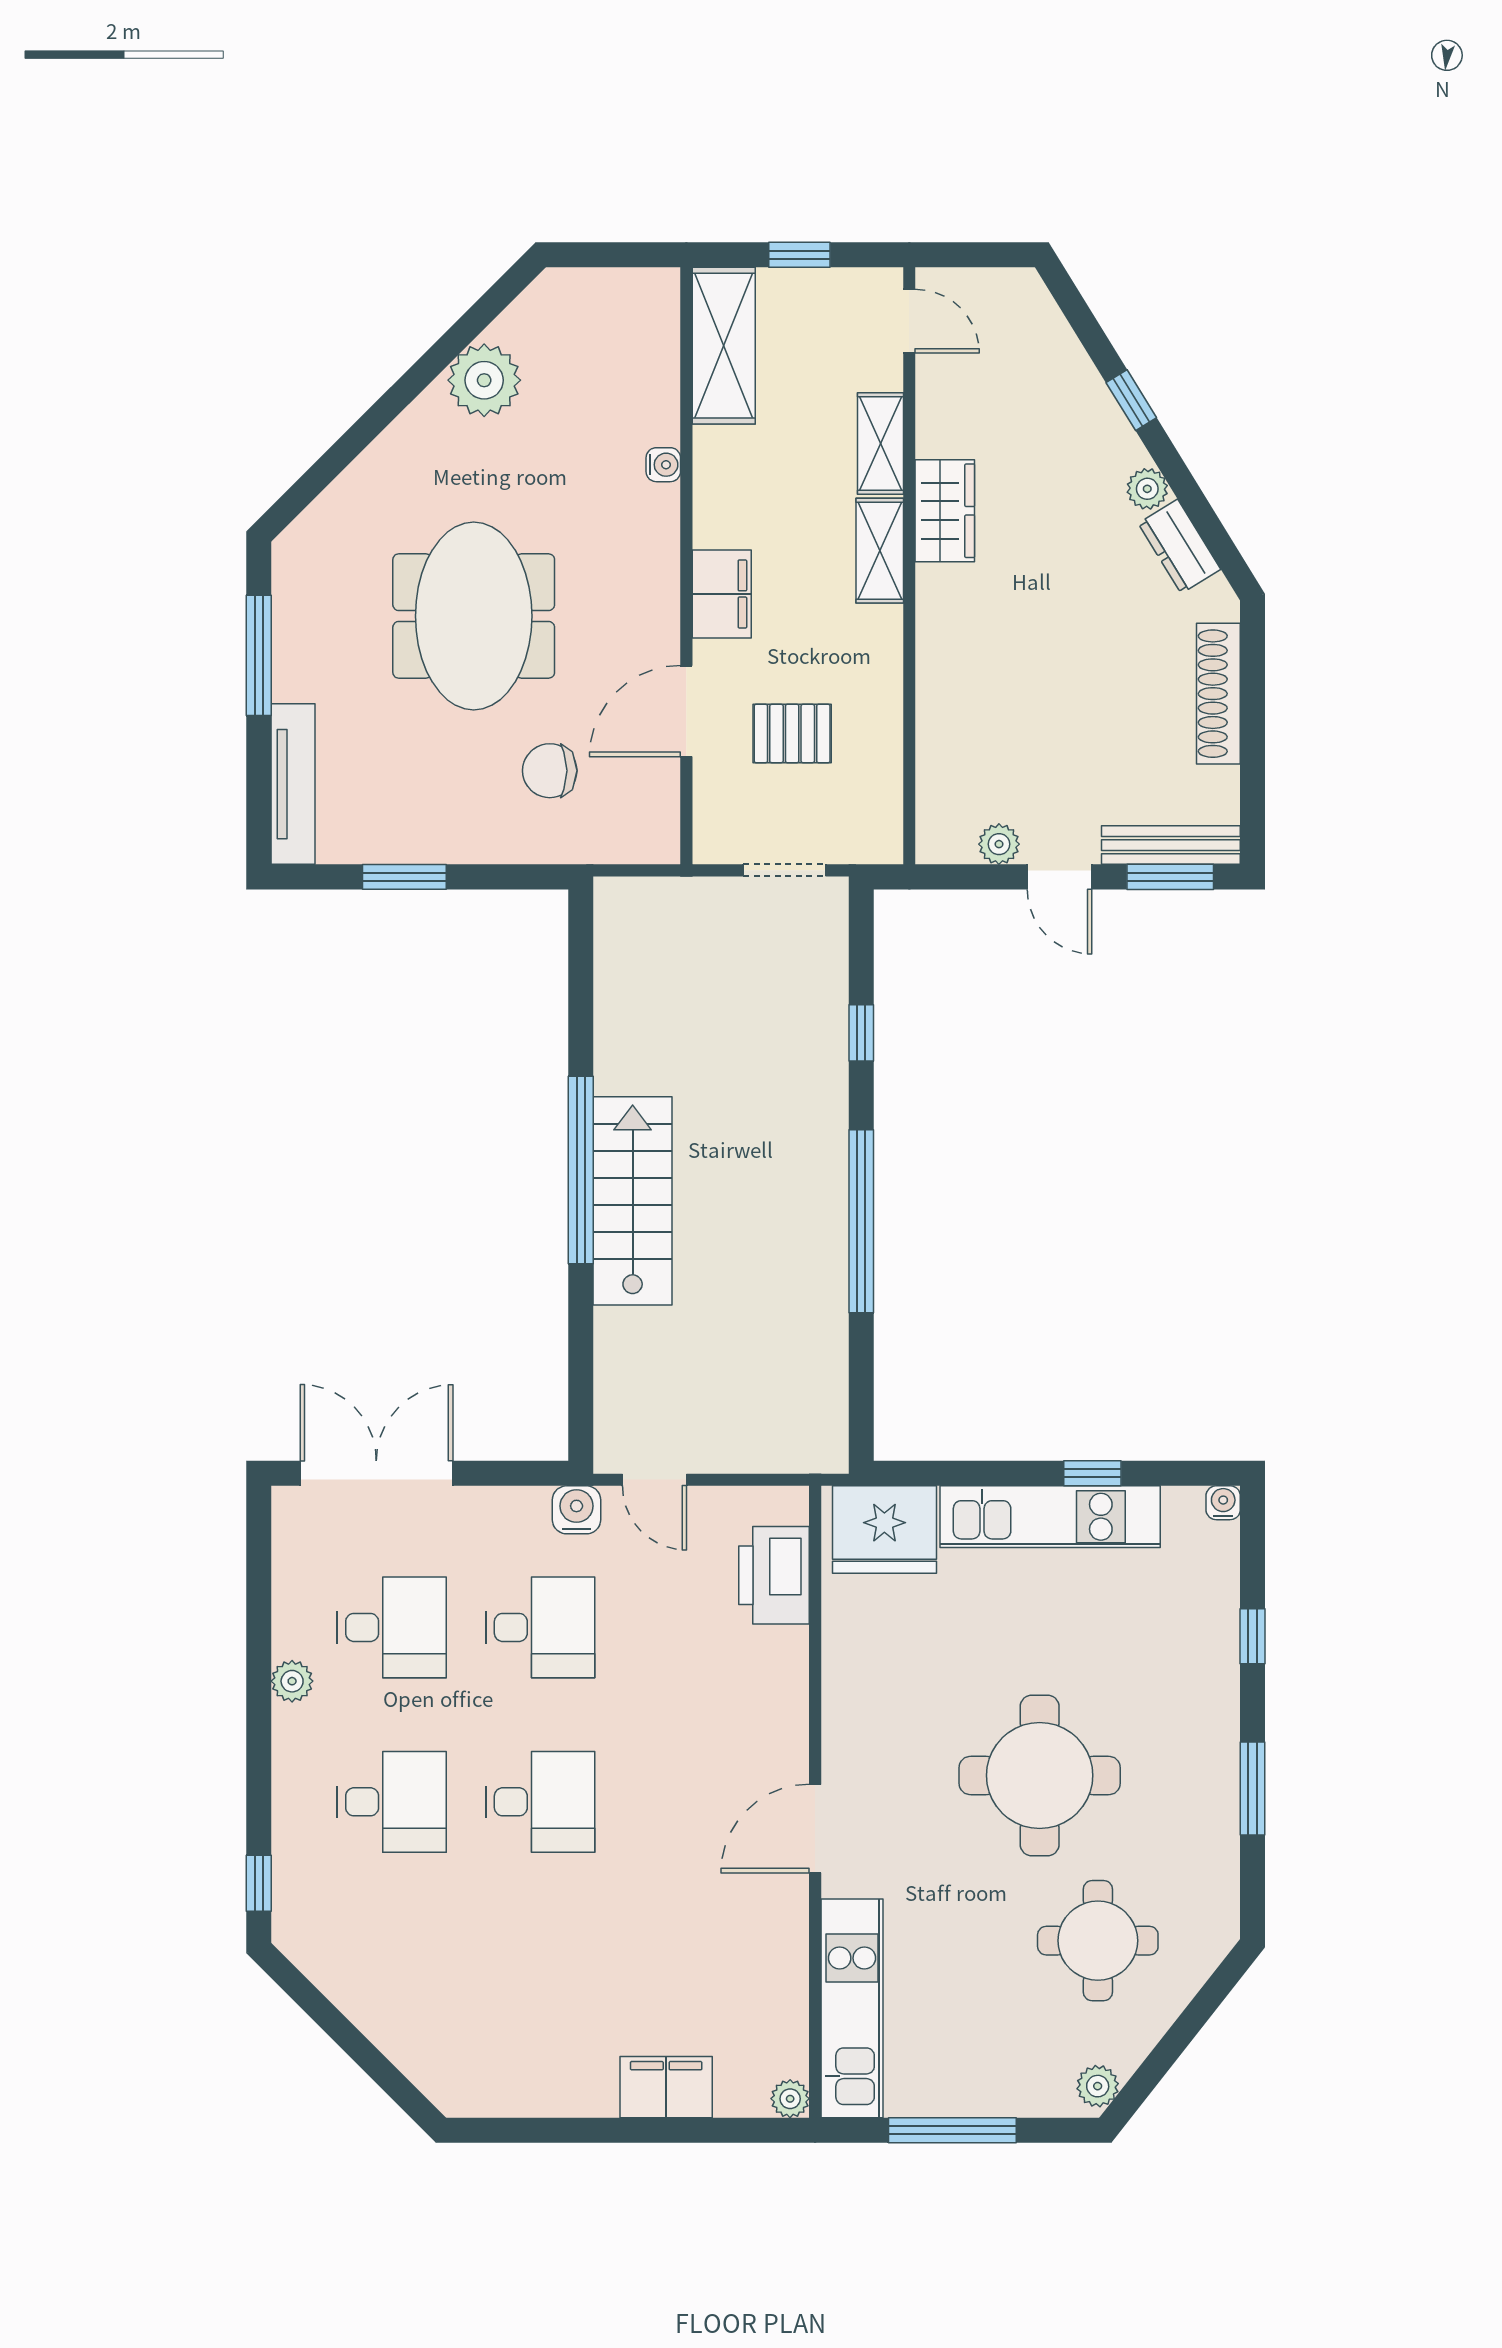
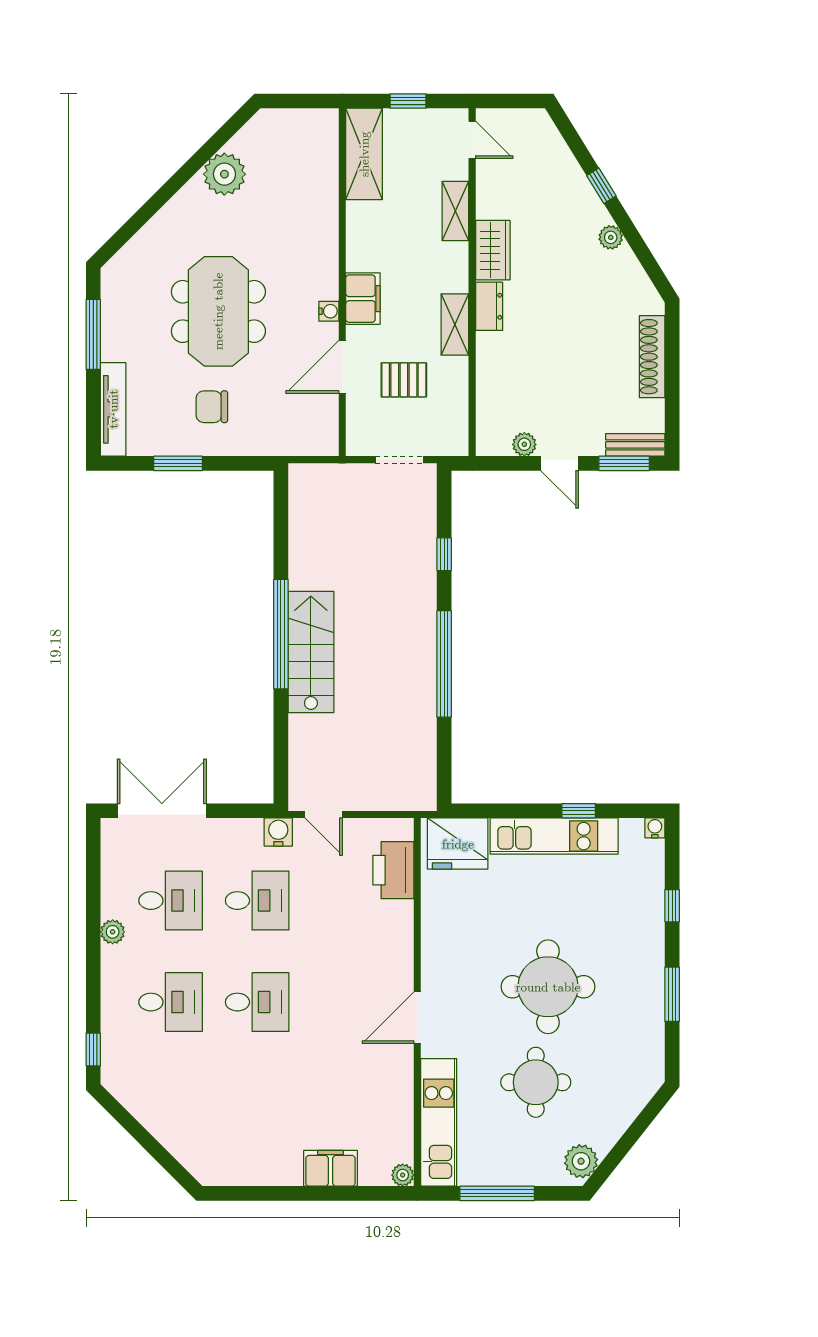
water cooler: (663, 465) -> (329, 311), moved
dresser: (1179, 546) -> (489, 306), moved, turned -148
shelving: (880, 551) -> (455, 324), moved
chair: (550, 771) -> (212, 407), moved
bench: (1171, 845) -> (635, 445), width x0.73
round table: (1098, 1941) -> (536, 1082), moved
plant: (1098, 2086) -> (581, 1161), width x1.38, depth x1.38

